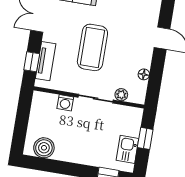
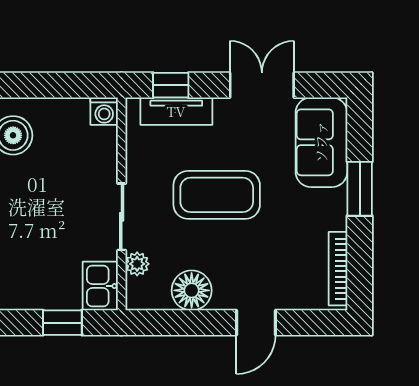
floor lamp: (144, 74) -> (192, 290), width x1.89, depth x1.89
washing machine: (65, 103) -> (104, 111), moved, turned -90
kitchen sink: (127, 149) -> (100, 286), moved, turned -90

